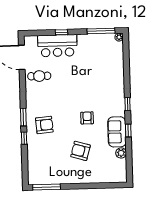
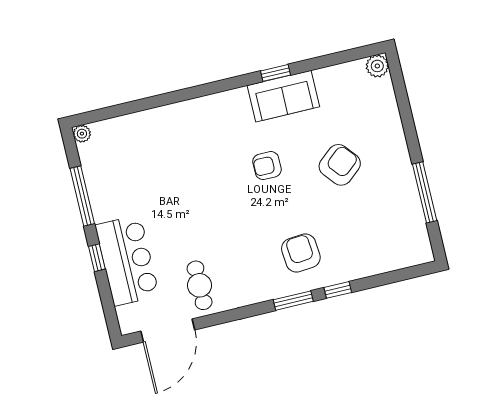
window: (101, 31) -> (82, 196), moved
window: (127, 104) -> (220, 86), removed
armchair: (81, 151) -> (340, 165), turned -146
plant: (121, 153) -> (377, 66), moved
window: (47, 187) -> (425, 192), moved

